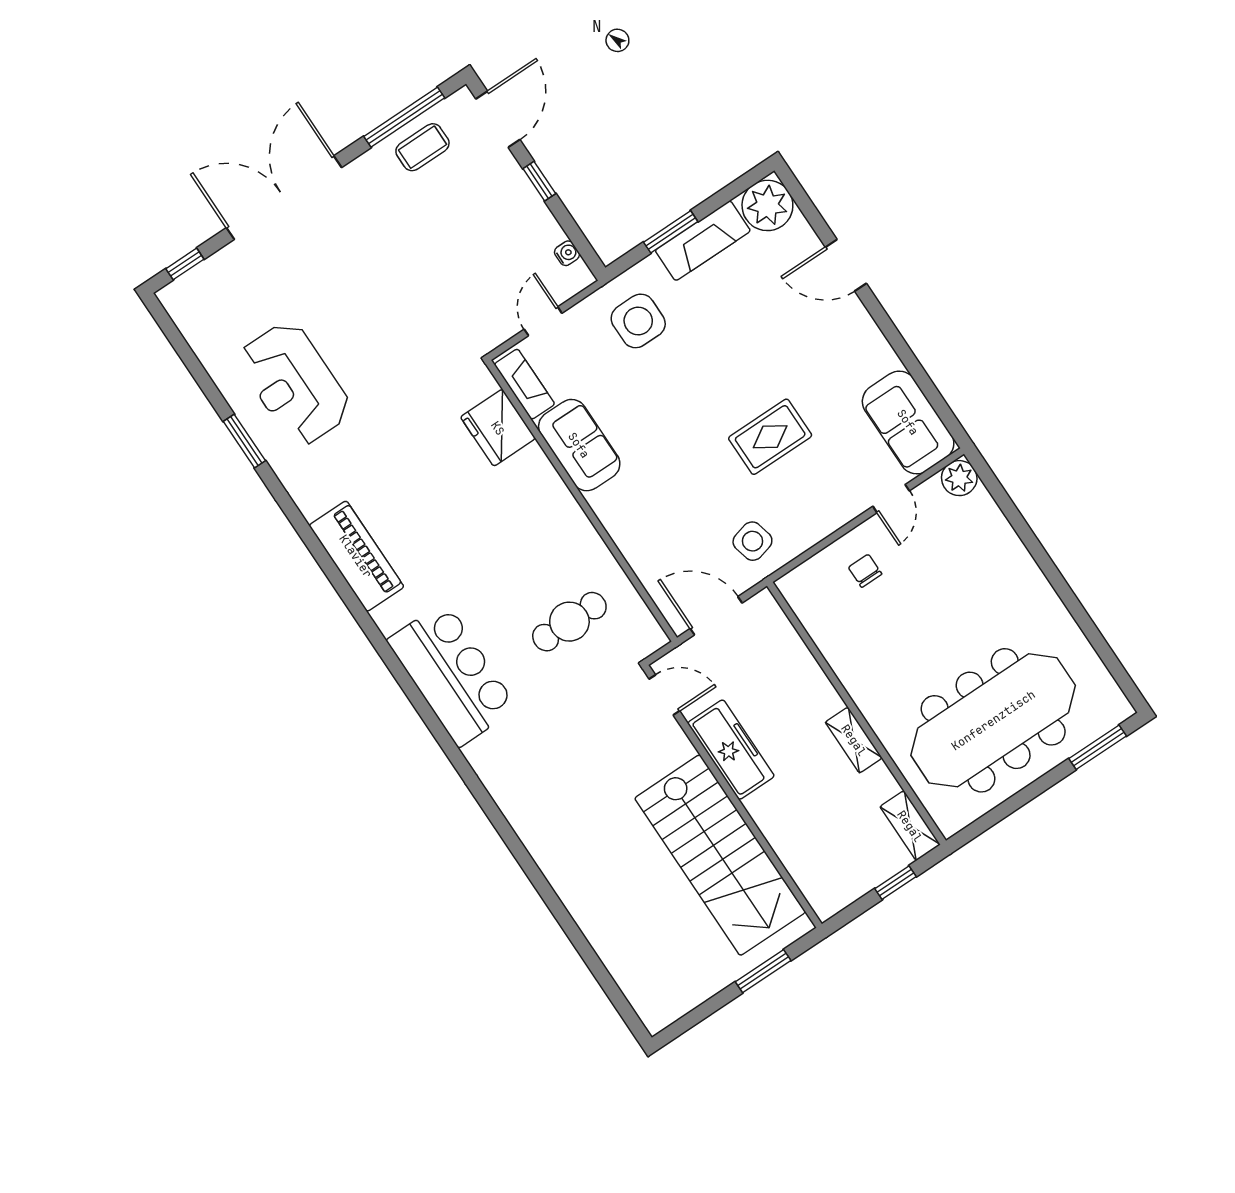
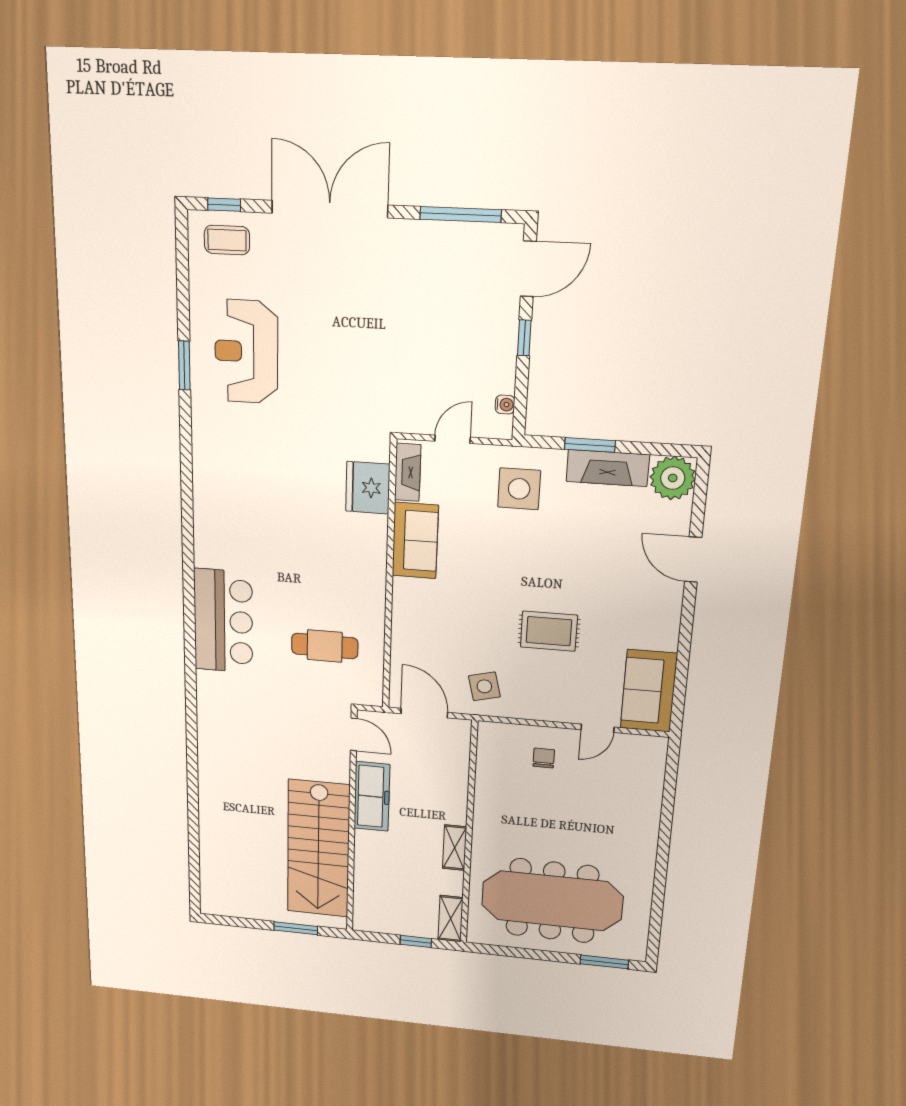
coffee table: (422, 147) -> (227, 240), moved
plant: (959, 478) -> (653, 749), removed
piano: (356, 556) -> (211, 500), removed

